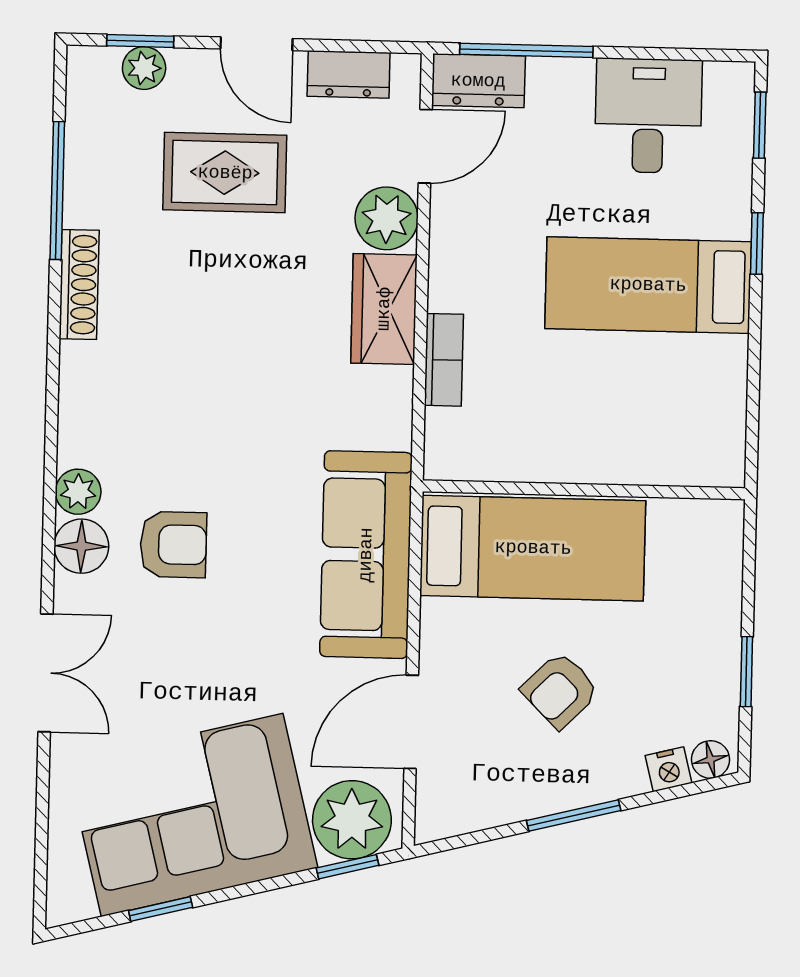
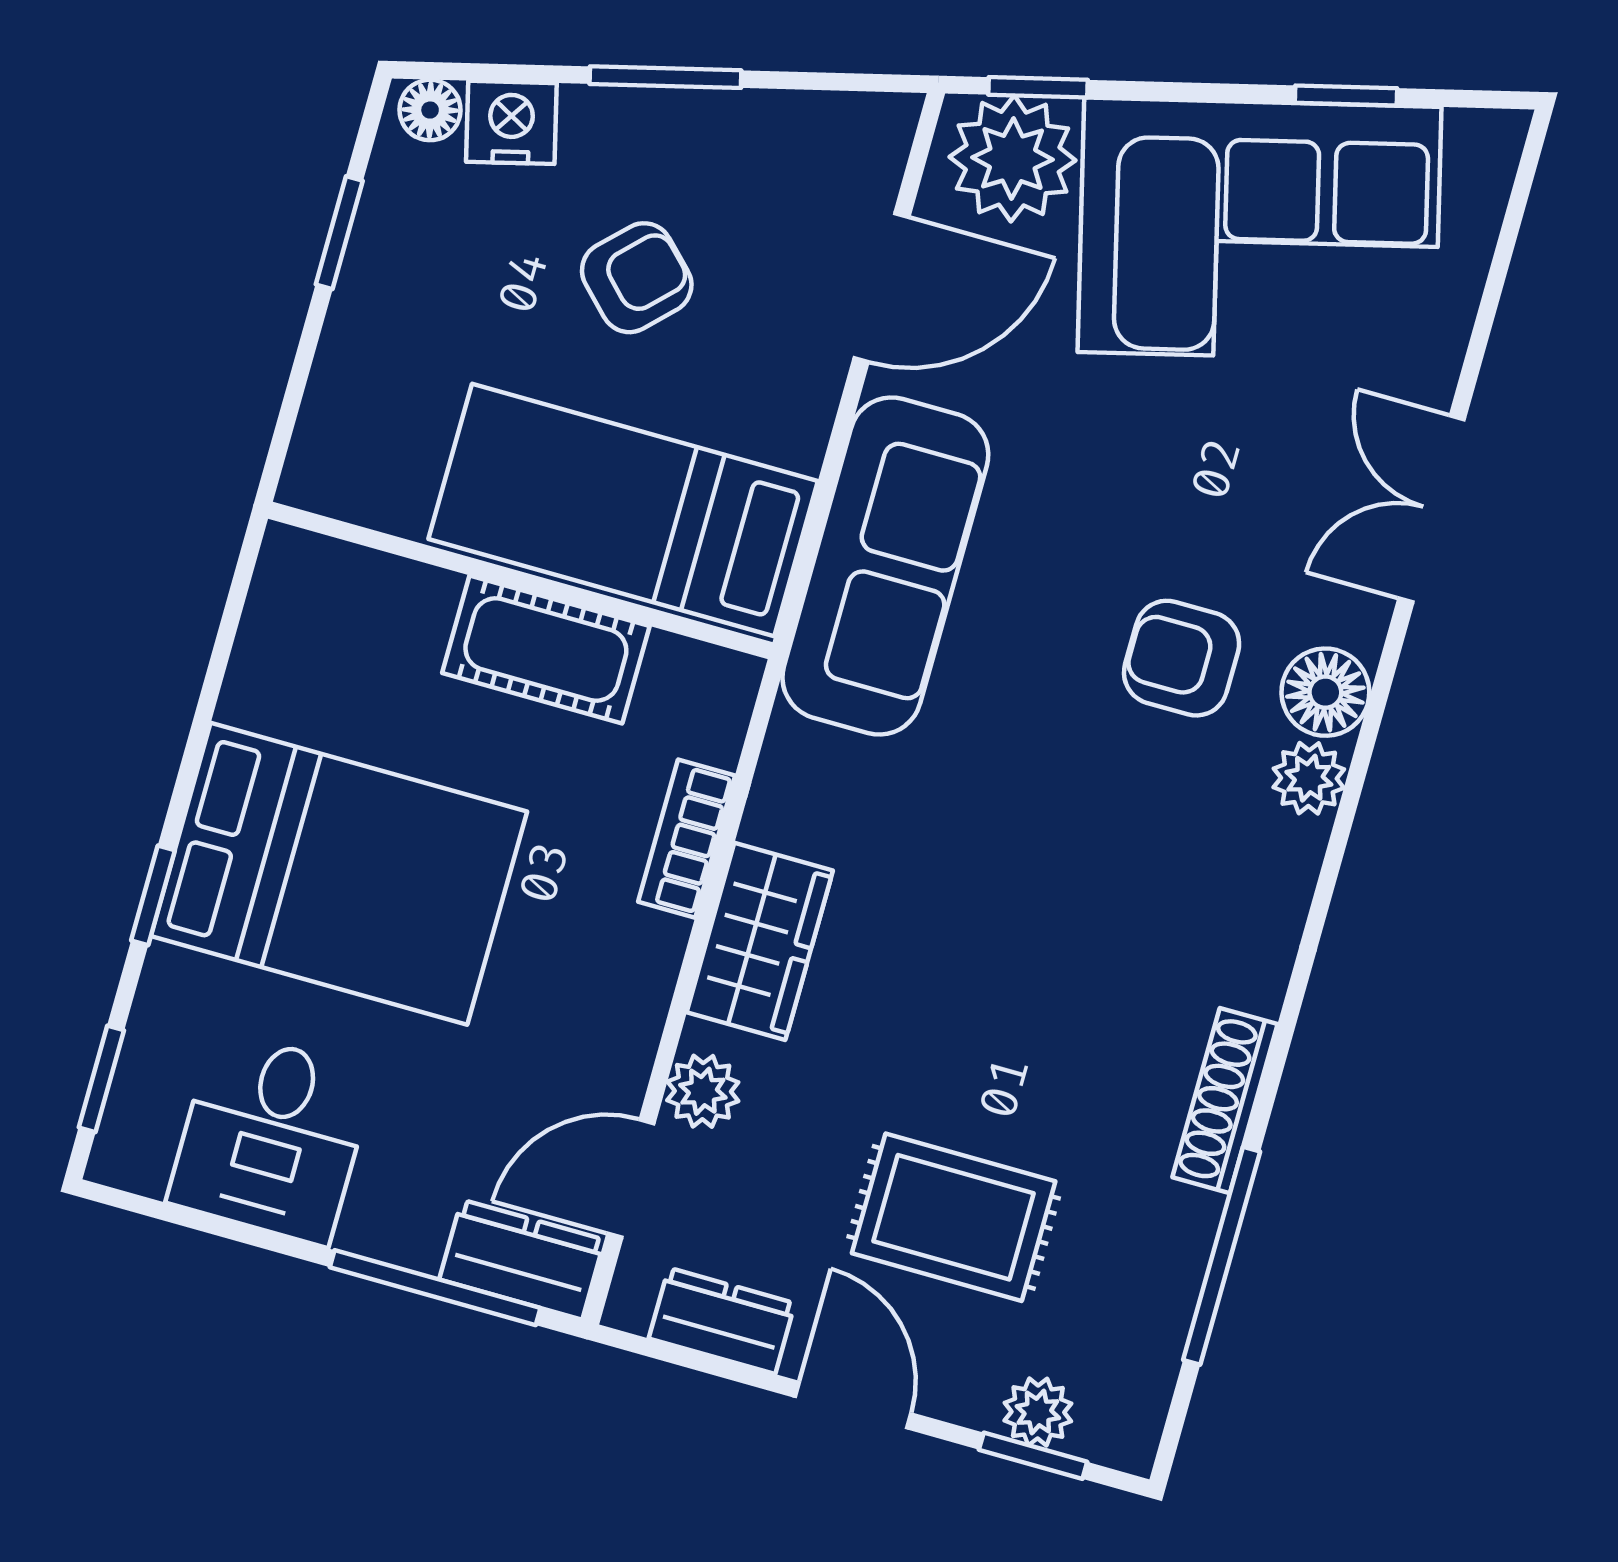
plant: (387, 218) -> (703, 1091), width x0.73, depth x0.73
bed: (648, 285) -> (339, 874), width x1.50
cot: (558, 452) -> (546, 650), added
nightstand: (669, 769) -> (511, 122), width x1.39, depth x1.35

